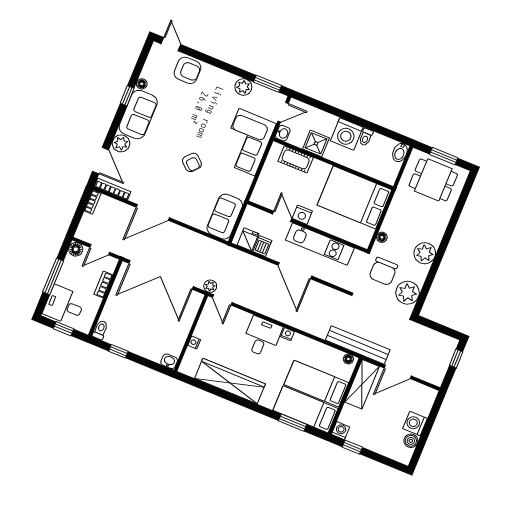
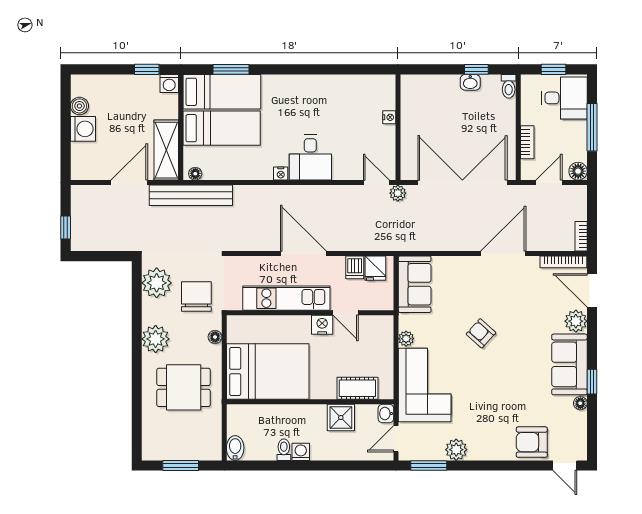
washing machine: (347, 134) -> (301, 452), width x0.53, depth x0.53
plant: (247, 180) -> (406, 339), added
dining table: (433, 180) -> (184, 387), moved
washbasin: (169, 361) -> (470, 82), moved
wardrobe: (230, 381) -> (327, 89), removed

